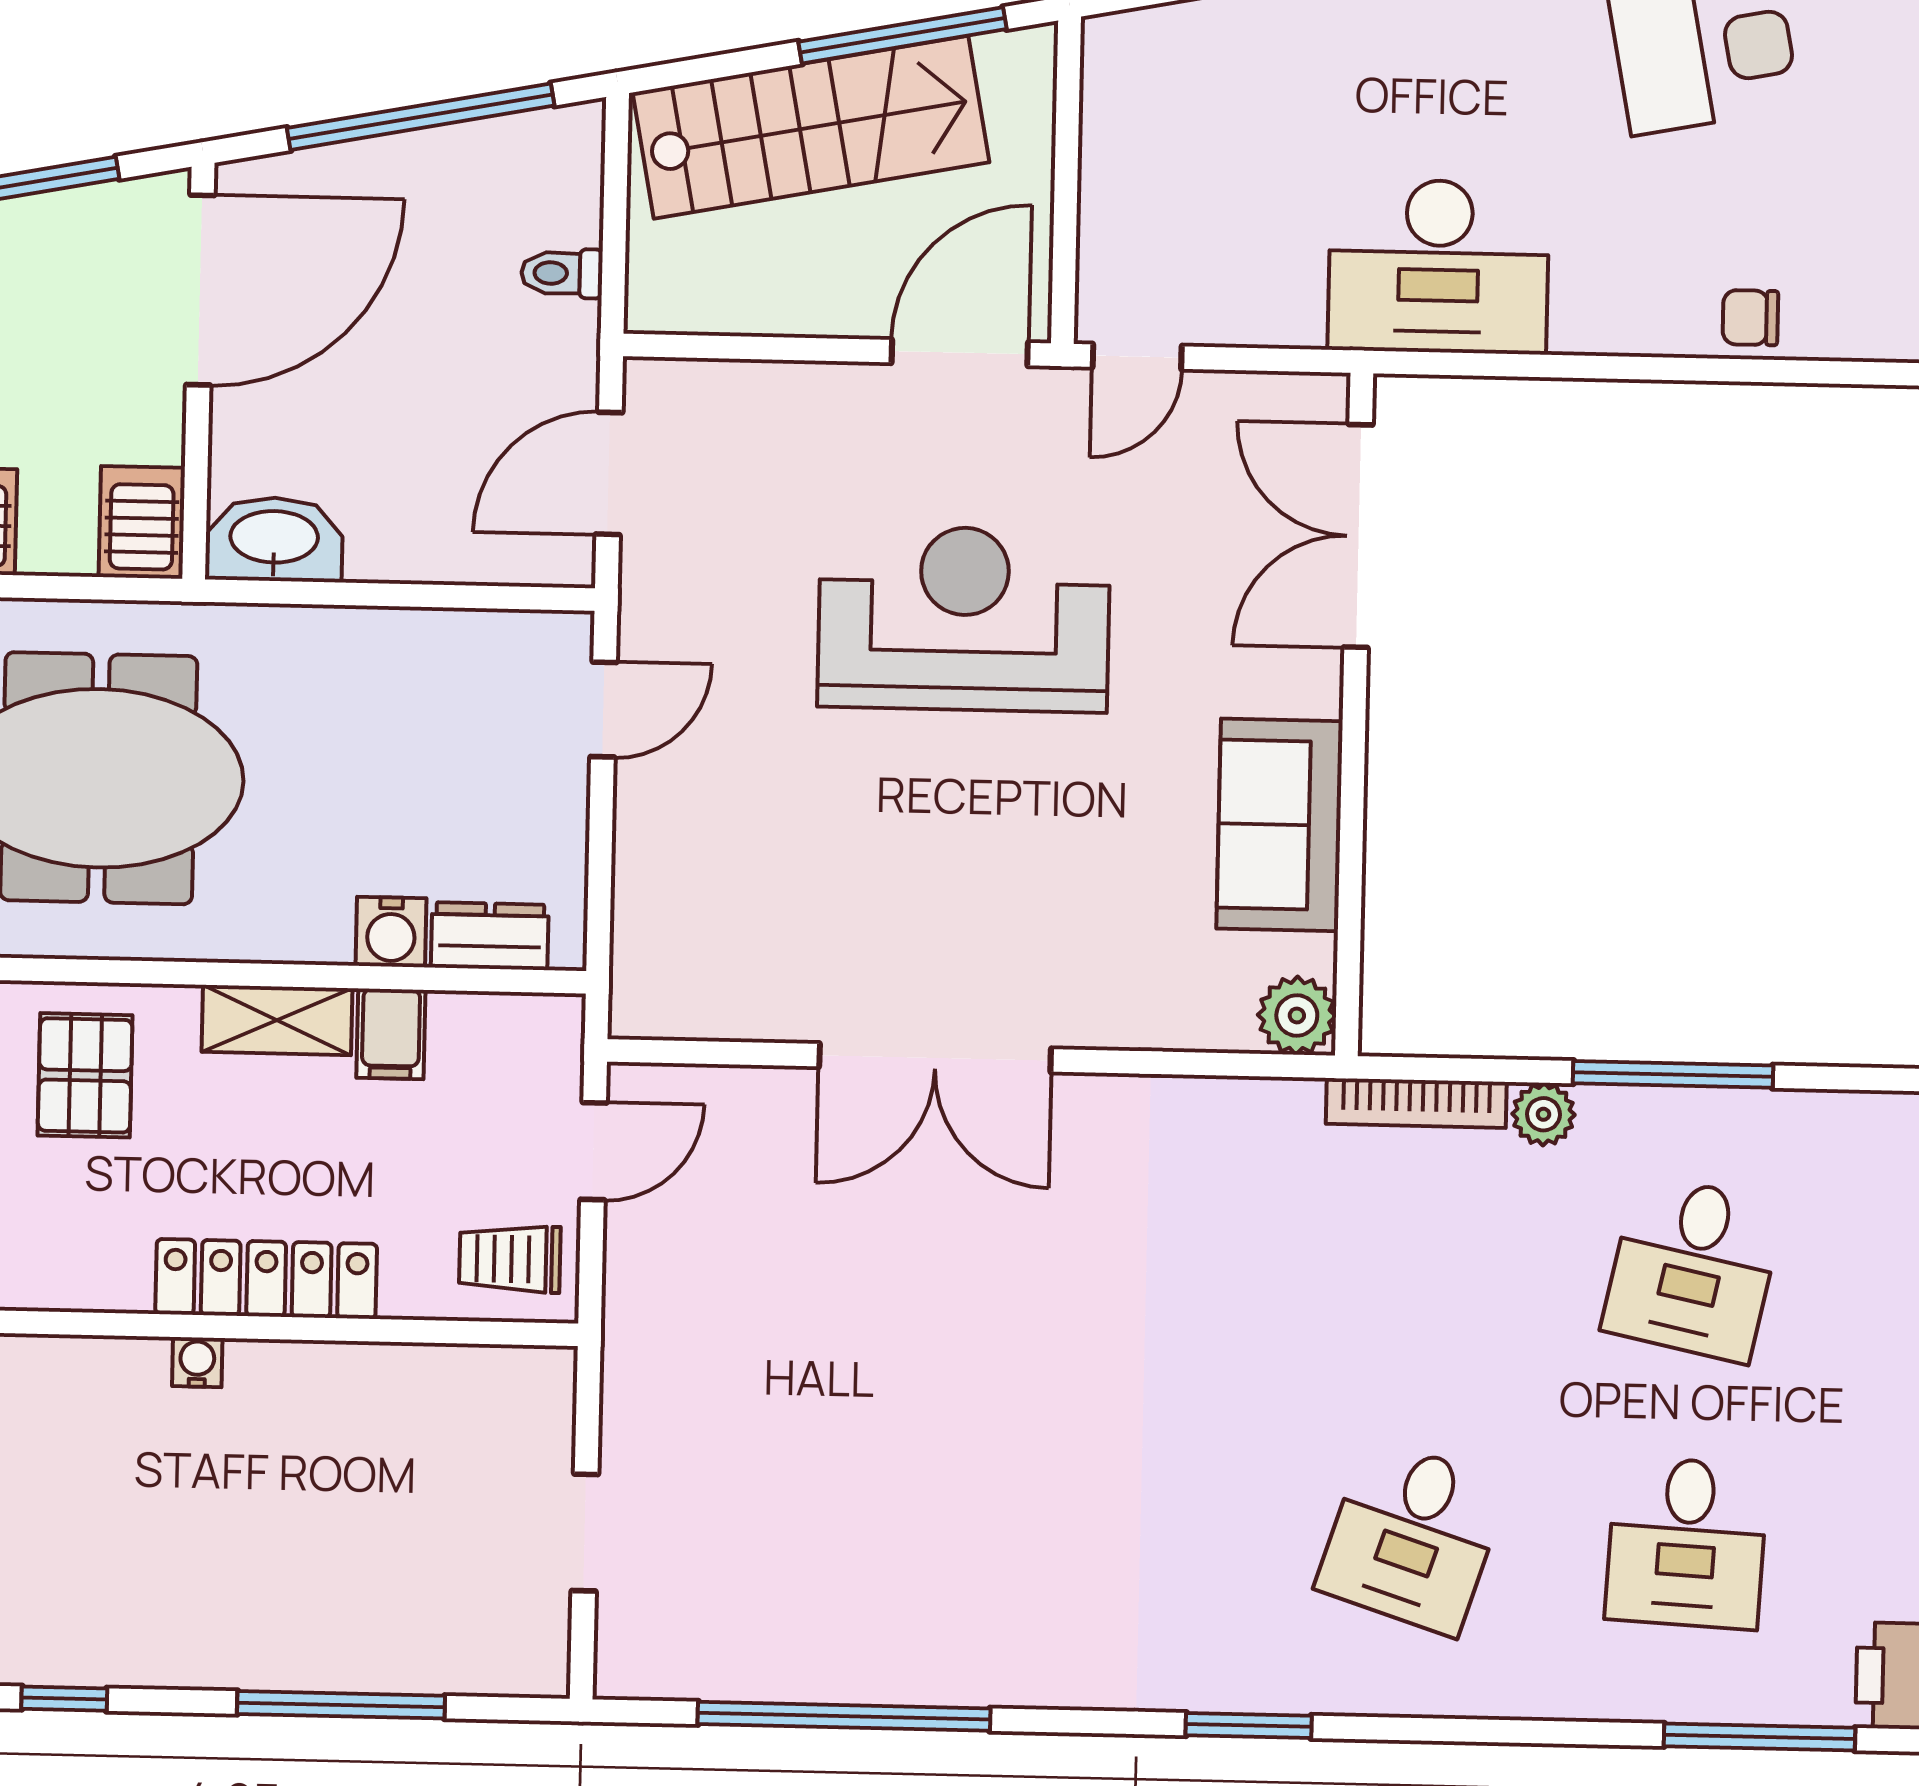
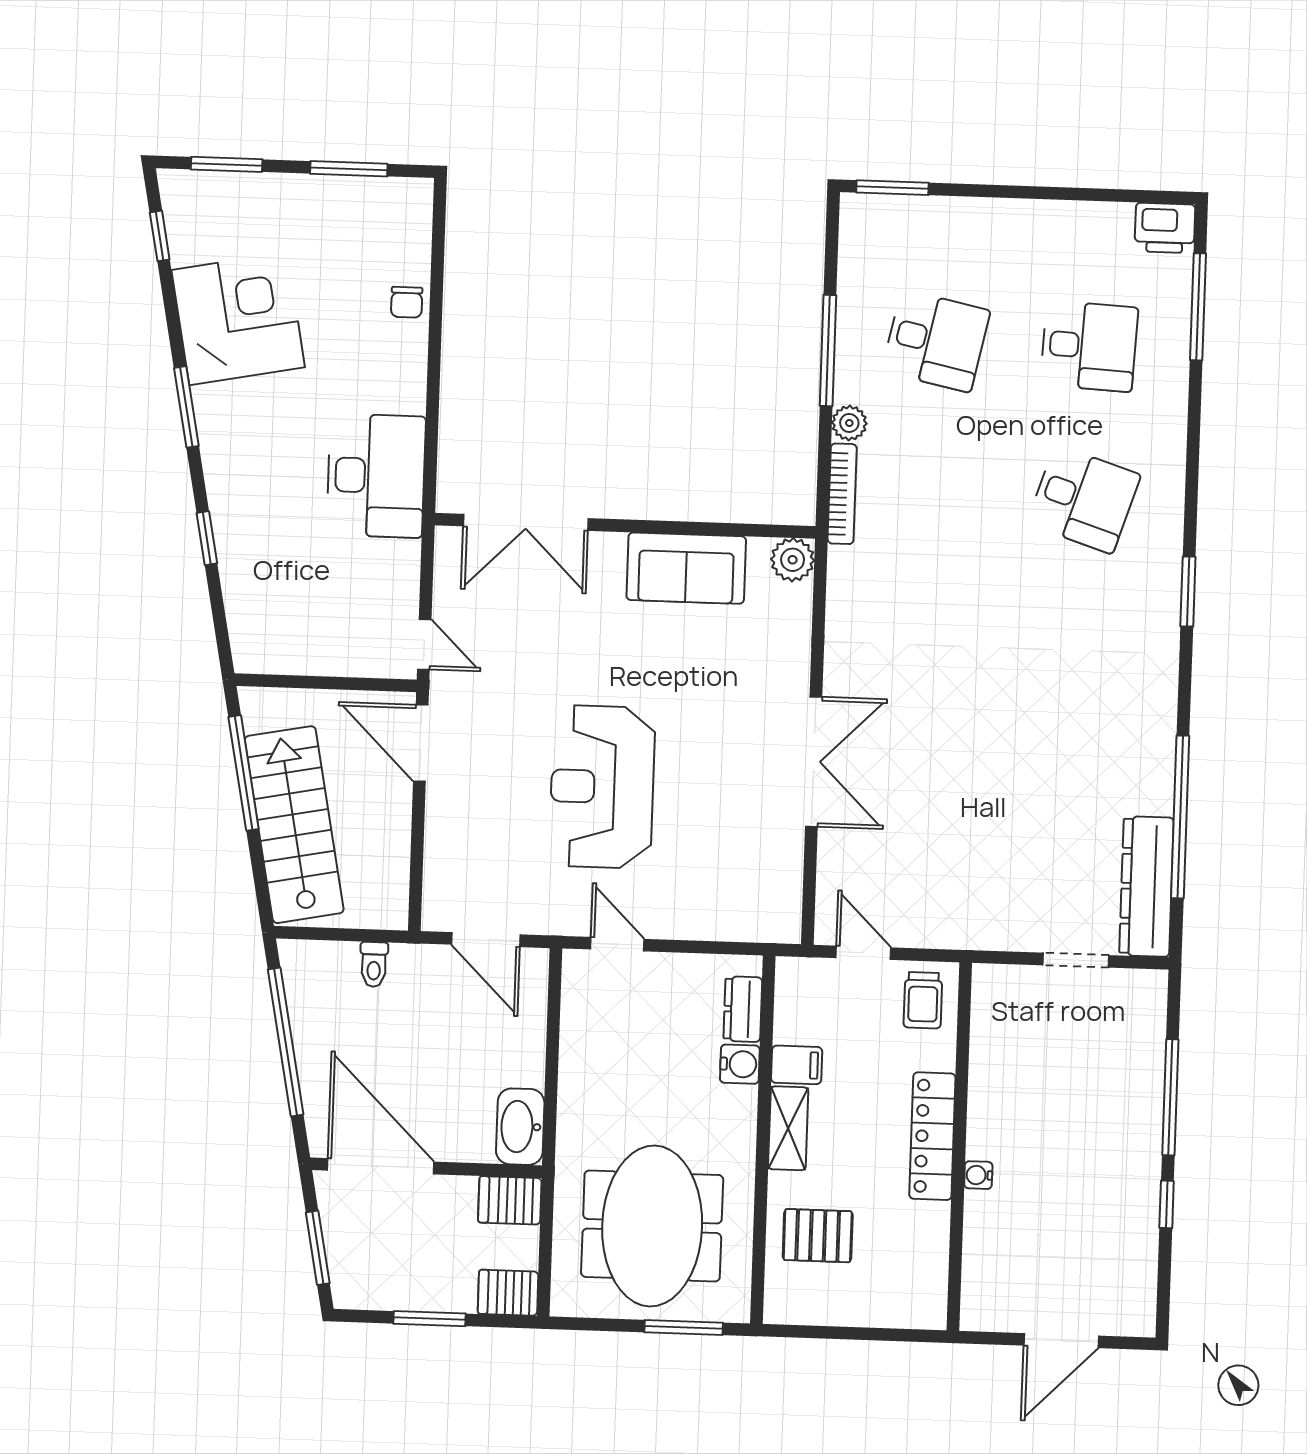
reception desk: (964, 619) -> (602, 787), moved
dresser: (719, 1657) -> (1146, 886), added
window: (64, 1699) -> (1167, 1204), moved

